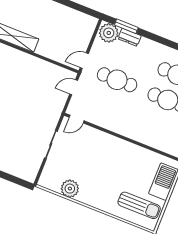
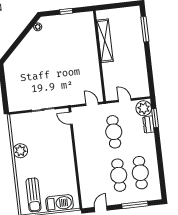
door: (84, 61) -> (125, 100), moved
plant: (70, 189) -> (20, 151), moved

